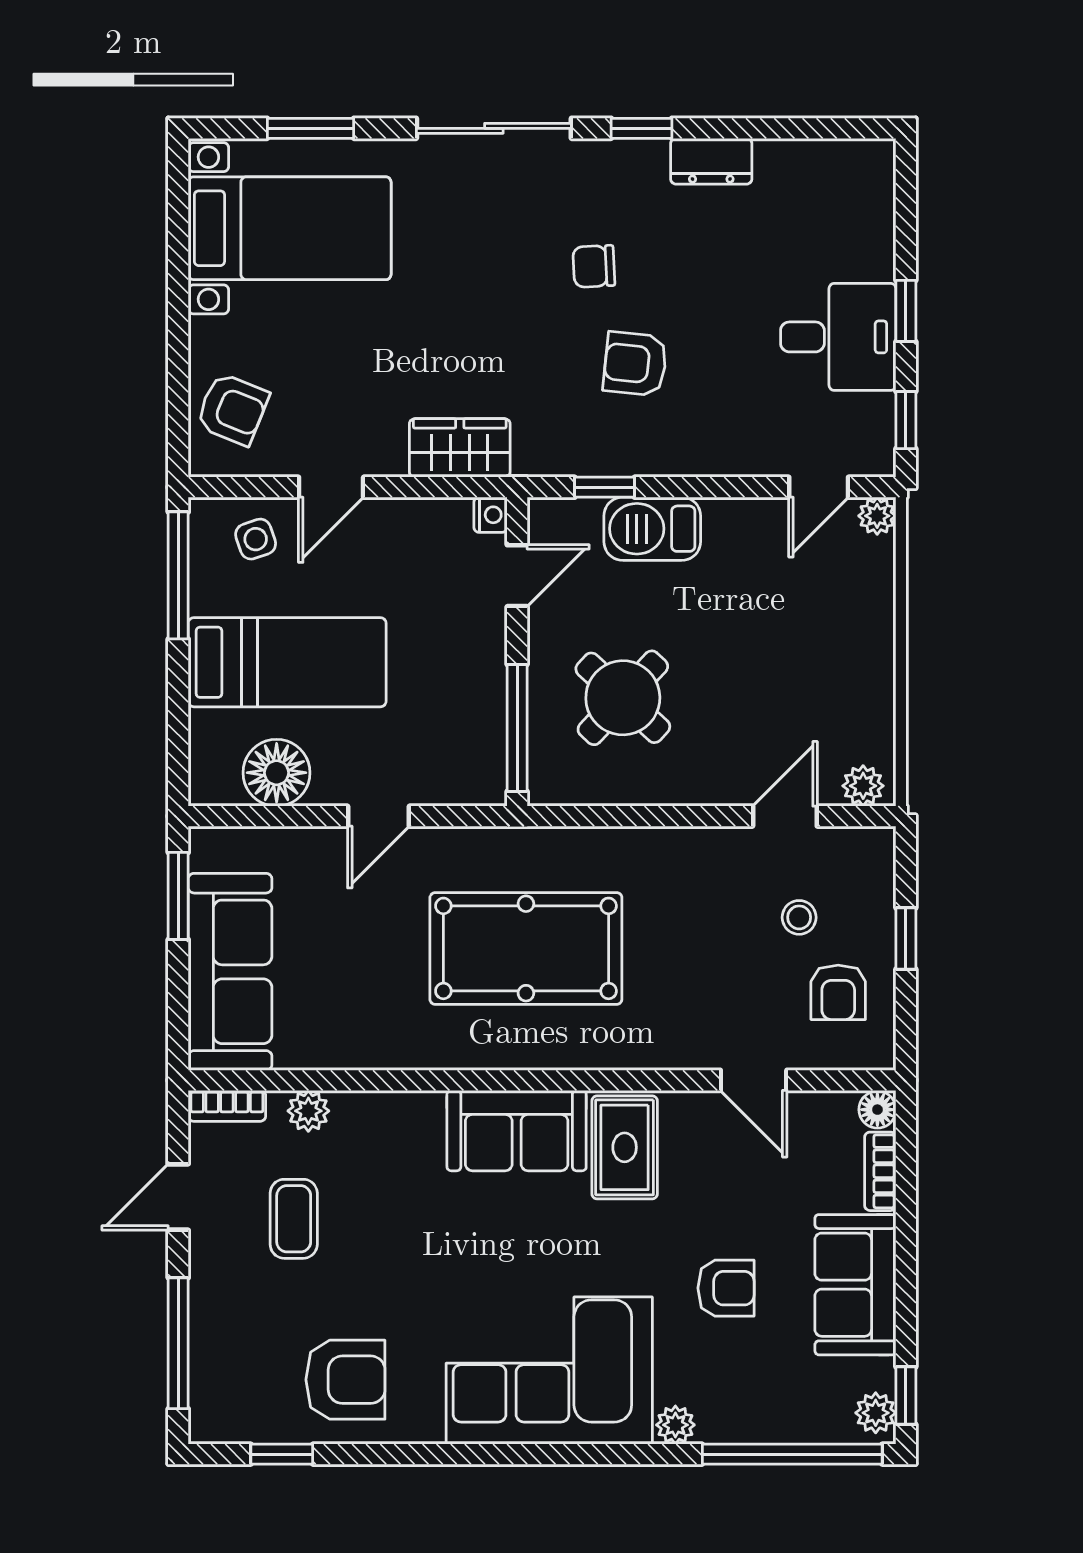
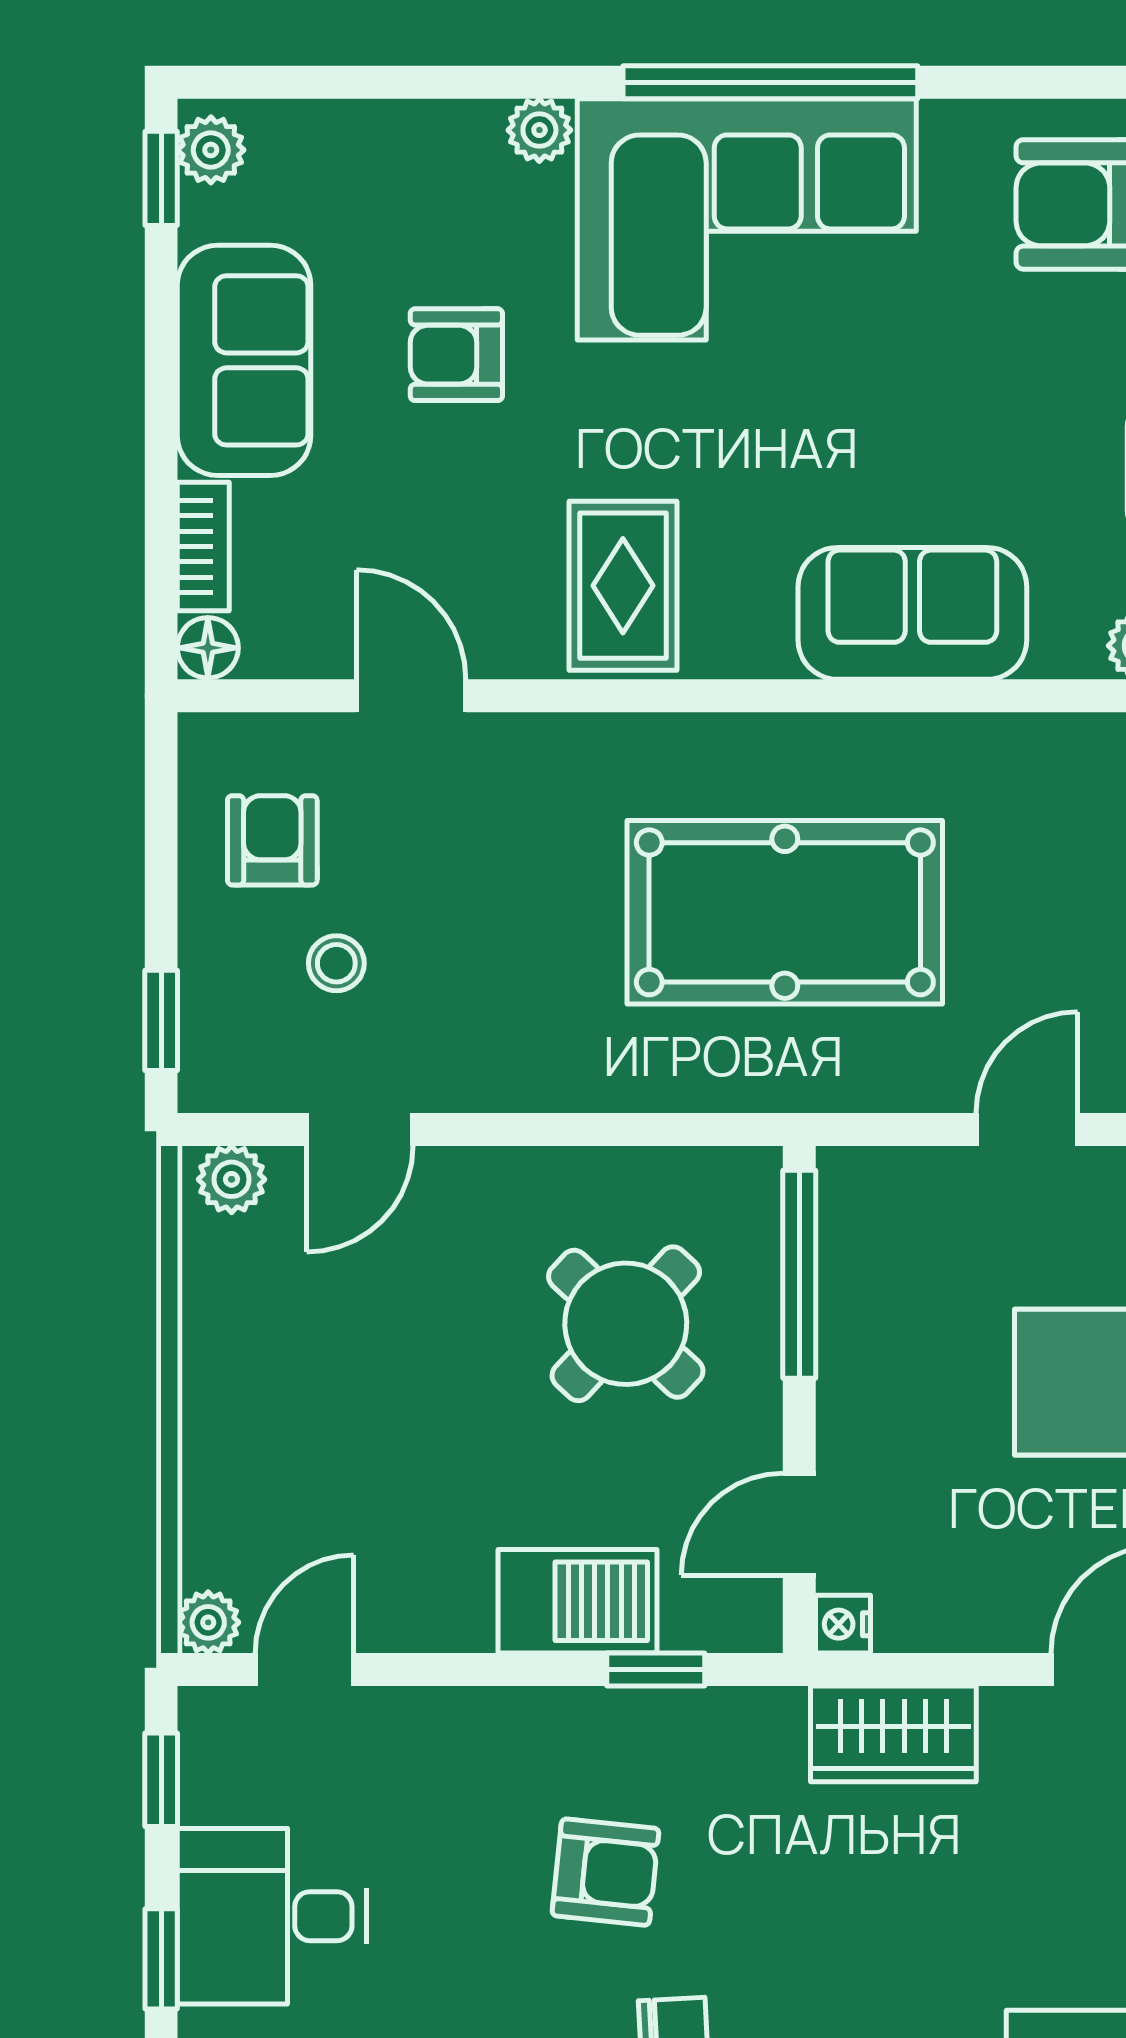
window: (906, 939) -> (161, 1020), moved
sofa: (517, 1131) -> (912, 613), moved
window: (792, 1454) -> (770, 82), moved

